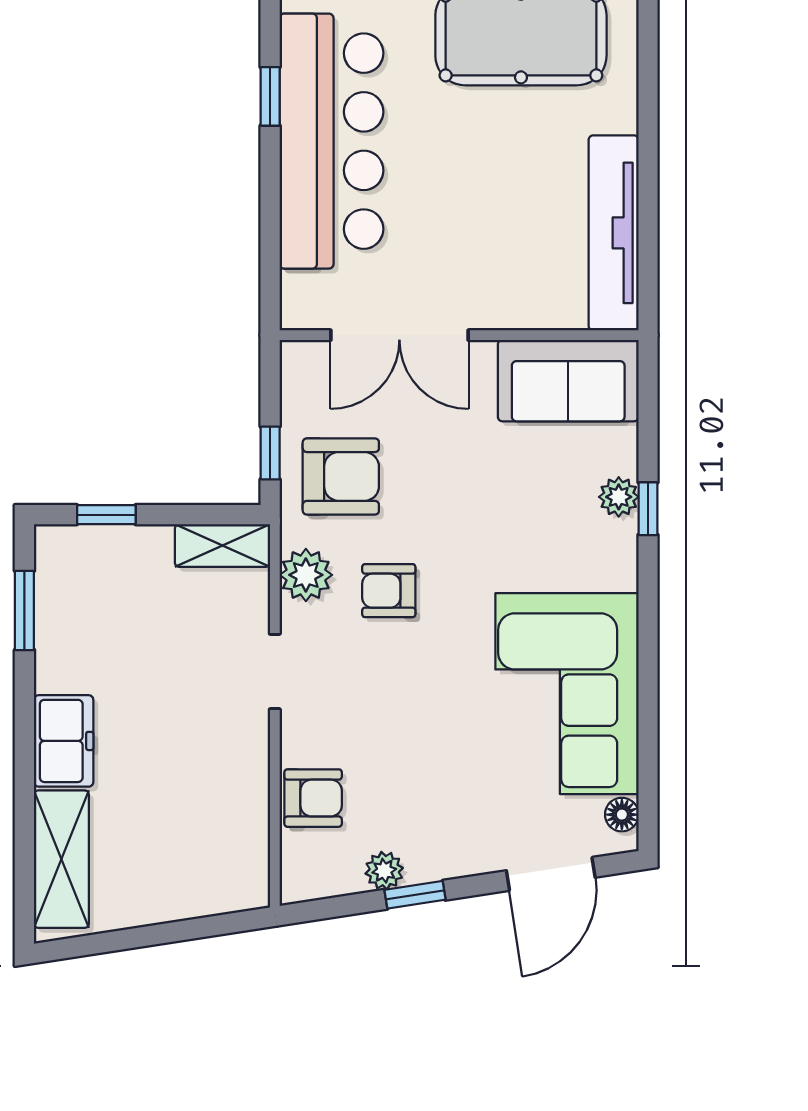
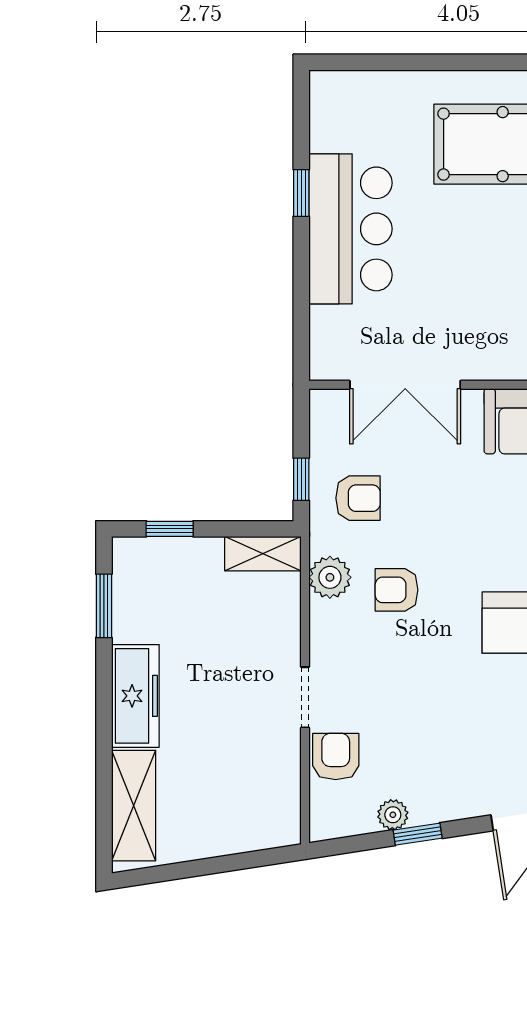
bar counter: (331, 141) -> (350, 229), width x0.73
armchair: (341, 476) -> (358, 498), width x0.72, depth x0.72
doorway: (275, 672) -> (305, 697), moved
freezer: (64, 741) -> (135, 696), width x1.40
armchair: (313, 798) -> (336, 756), turned -90

